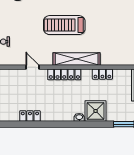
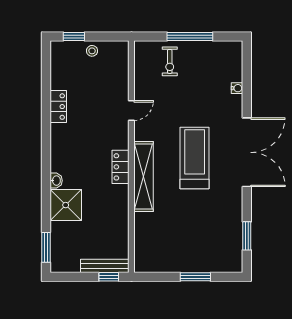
locker: (64, 74) -> (121, 167), width x0.66
locker: (102, 74) -> (121, 215), removed

